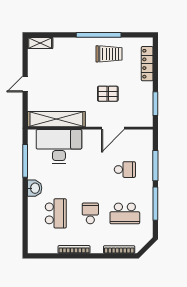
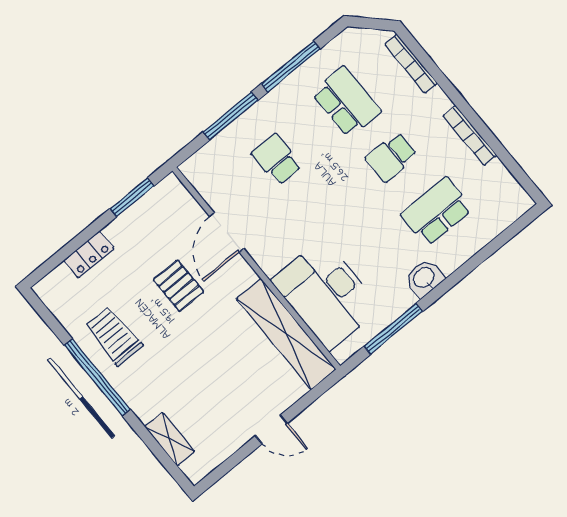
shelving: (40, 43) -> (170, 439), moved
locker: (147, 64) -> (89, 255), width x0.66
door: (113, 128) -> (227, 232), swing flipped

